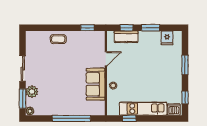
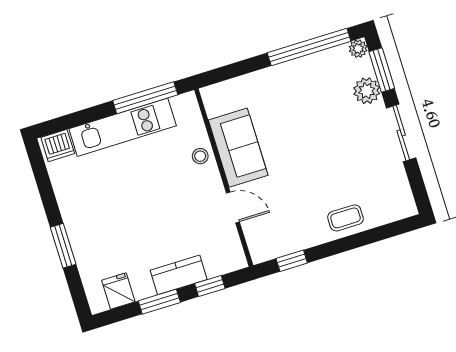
kitchen counter: (126, 37) -> (179, 275), moved
door: (106, 59) -> (233, 207), swing flipped
window: (185, 97) -> (42, 178), removed
window: (71, 118) -> (309, 47), moved
window: (129, 118) -> (145, 98), width x2.17

